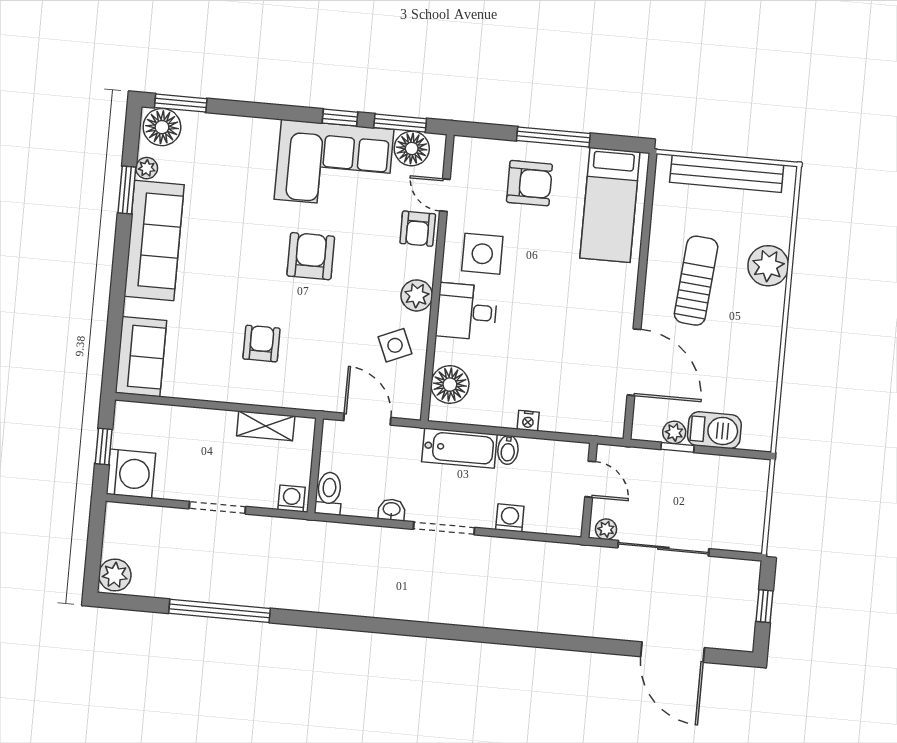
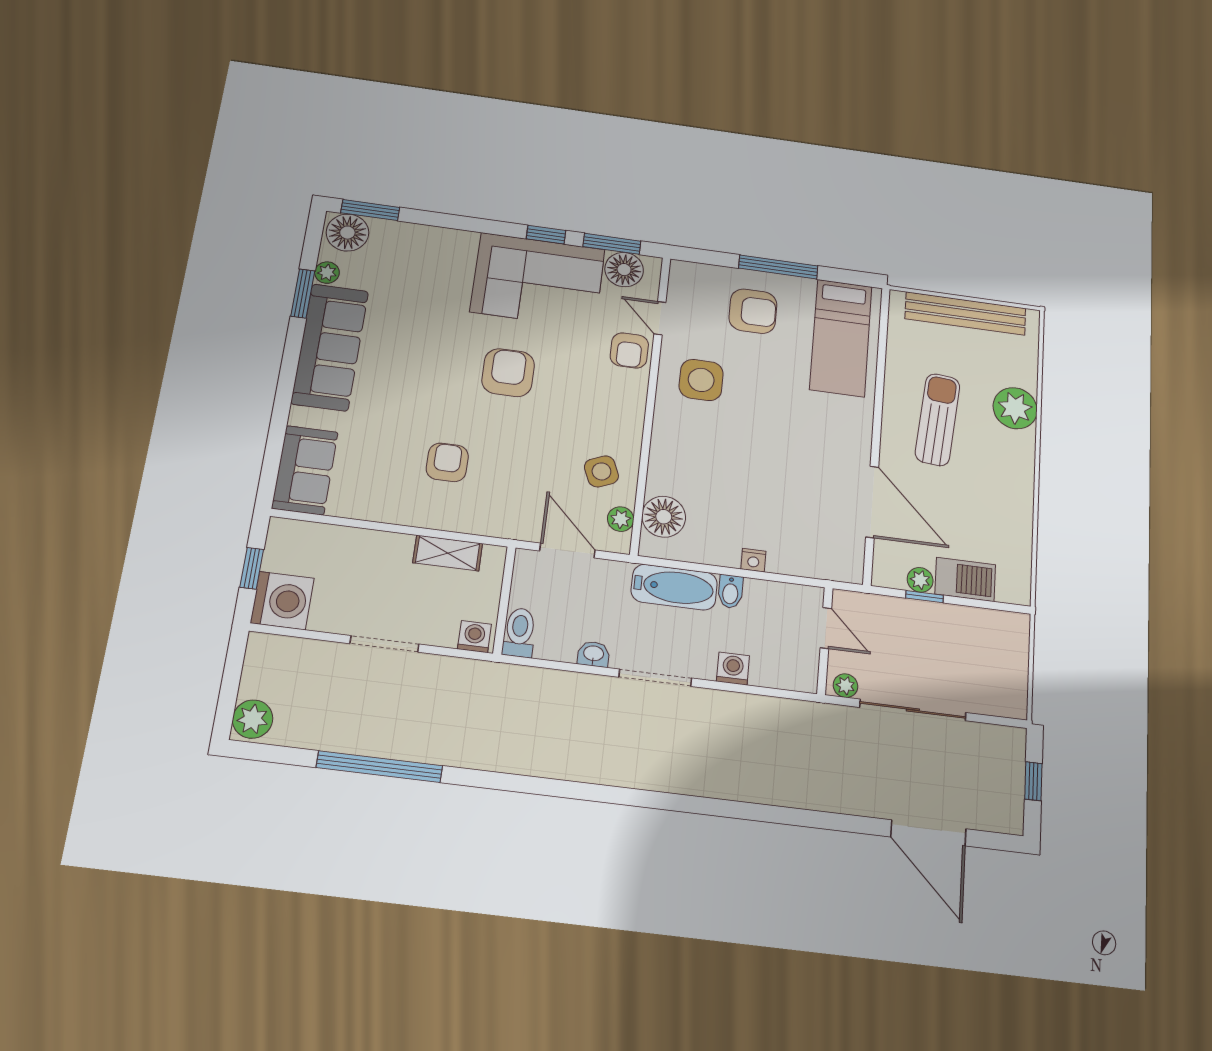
plant: (417, 295) -> (621, 519), moved, width x0.73, depth x0.73
desk: (467, 312) -> (683, 439), removed

